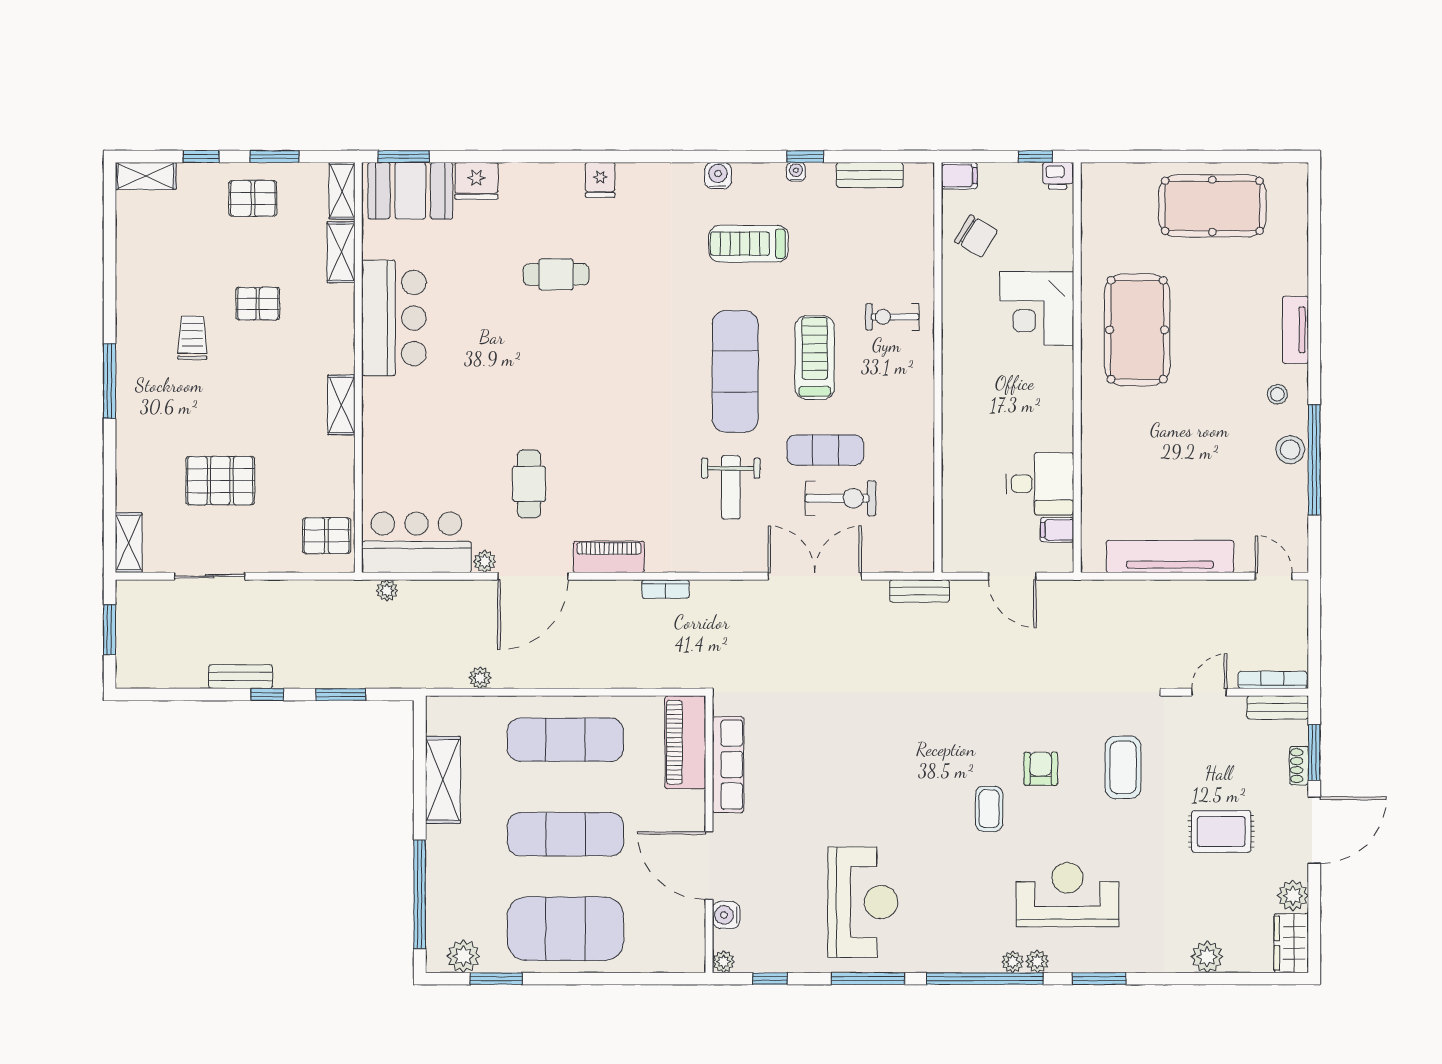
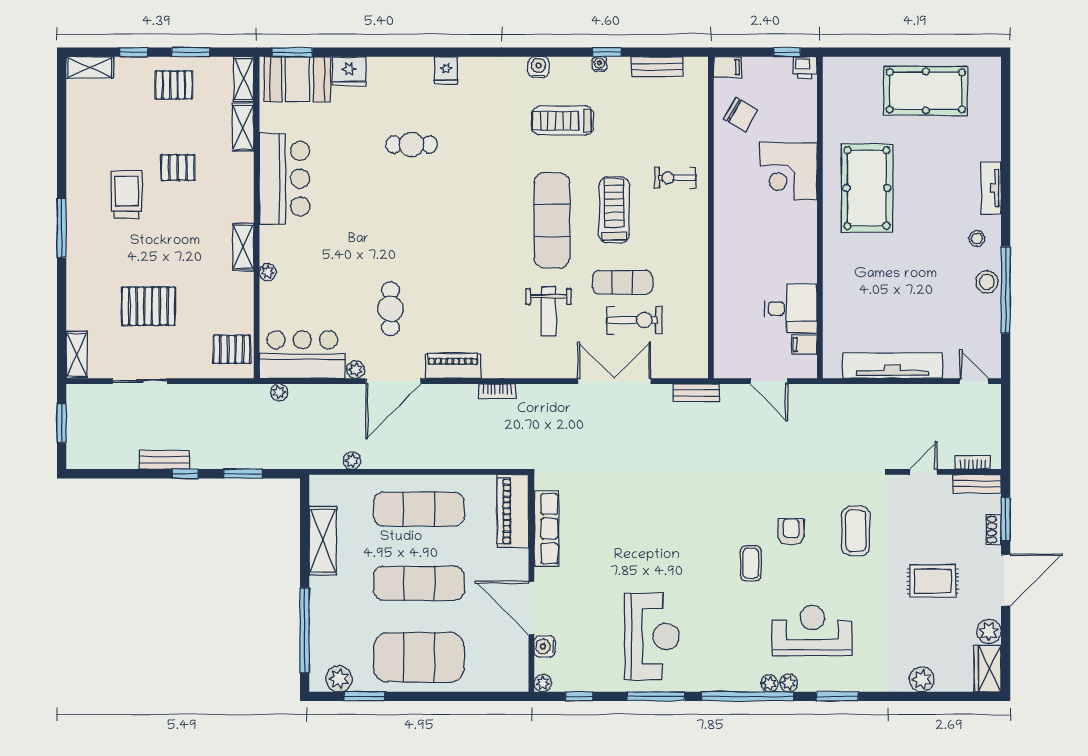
trolley: (192, 338) -> (127, 194), width x1.36, depth x1.39
plant: (373, 437) -> (268, 272), added
bookcase: (1272, 680) -> (973, 462), width x0.64

